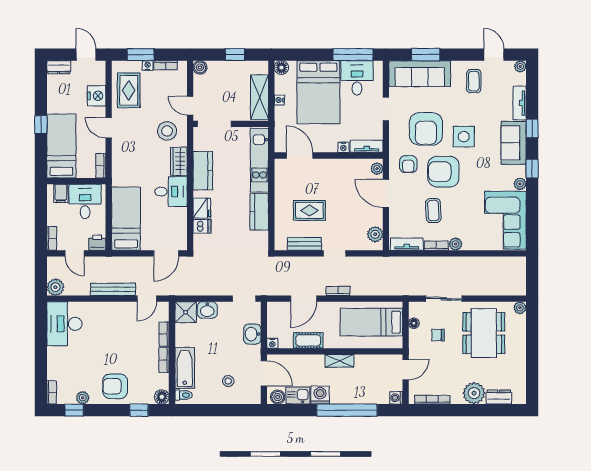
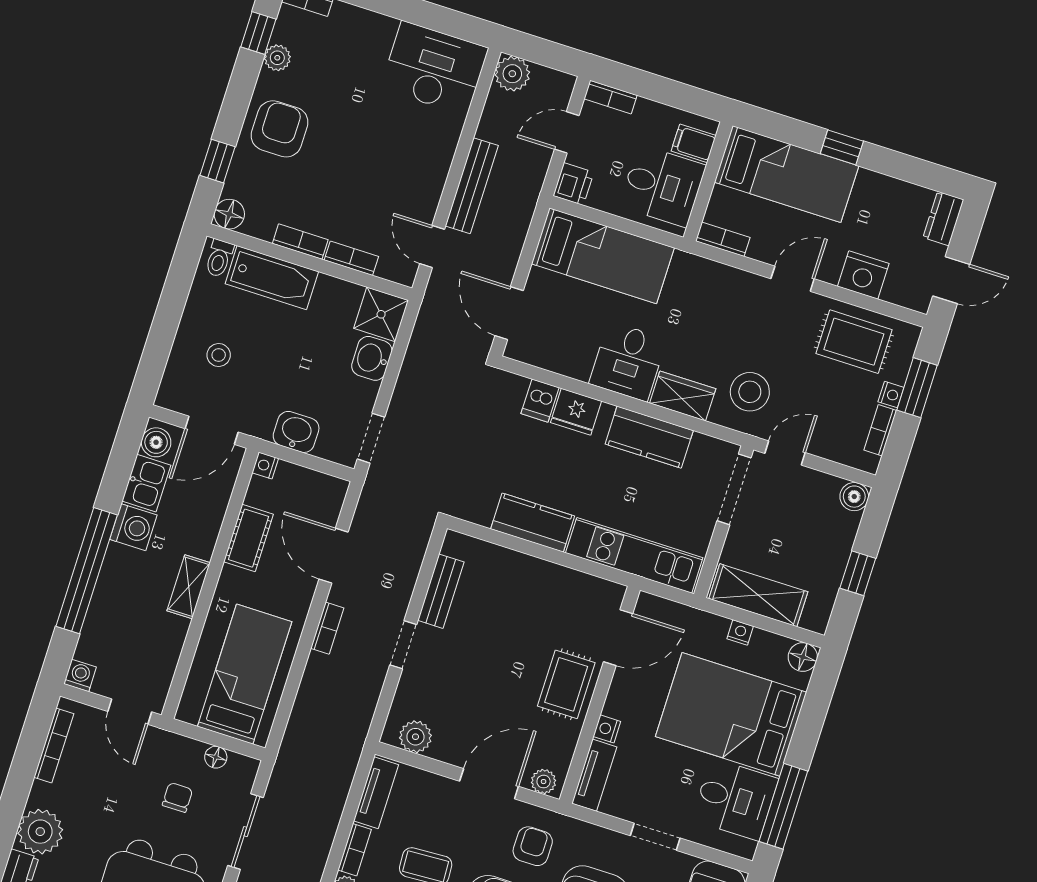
armchair: (408, 164) -> (533, 846), turned 90
rug: (309, 210) -> (566, 684), moved

